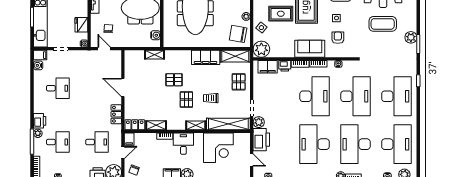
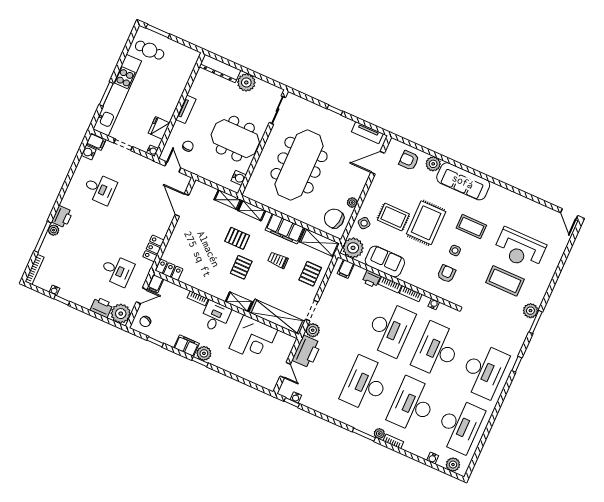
sofa: (310, 49) -> (385, 261), moved
filing cabinet: (268, 67) -> (346, 269), width x0.50
door: (123, 87) -> (182, 205), moved
desk: (355, 96) -> (437, 350), turned 180
trolley: (211, 98) -> (278, 260), moved
shelving: (156, 125) -> (252, 211), moved
desk: (58, 142) -> (72, 250), removed

